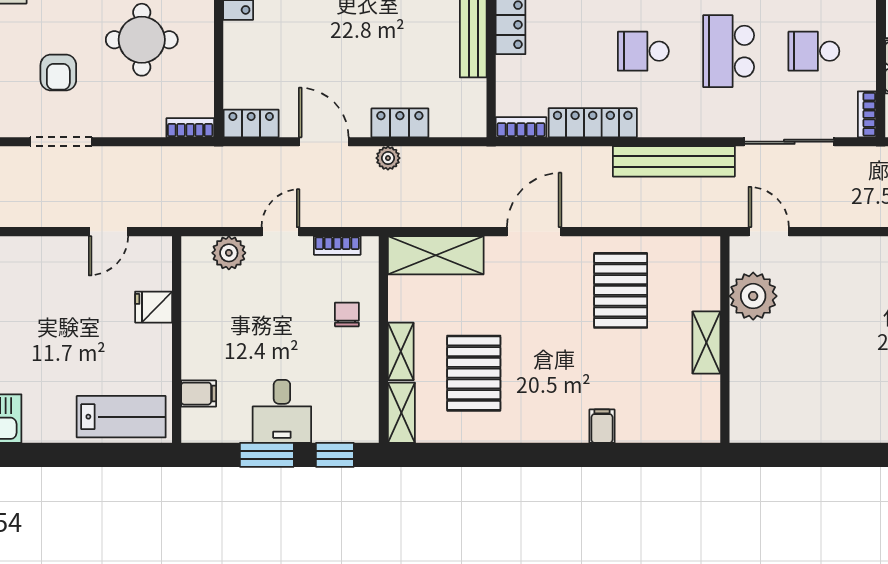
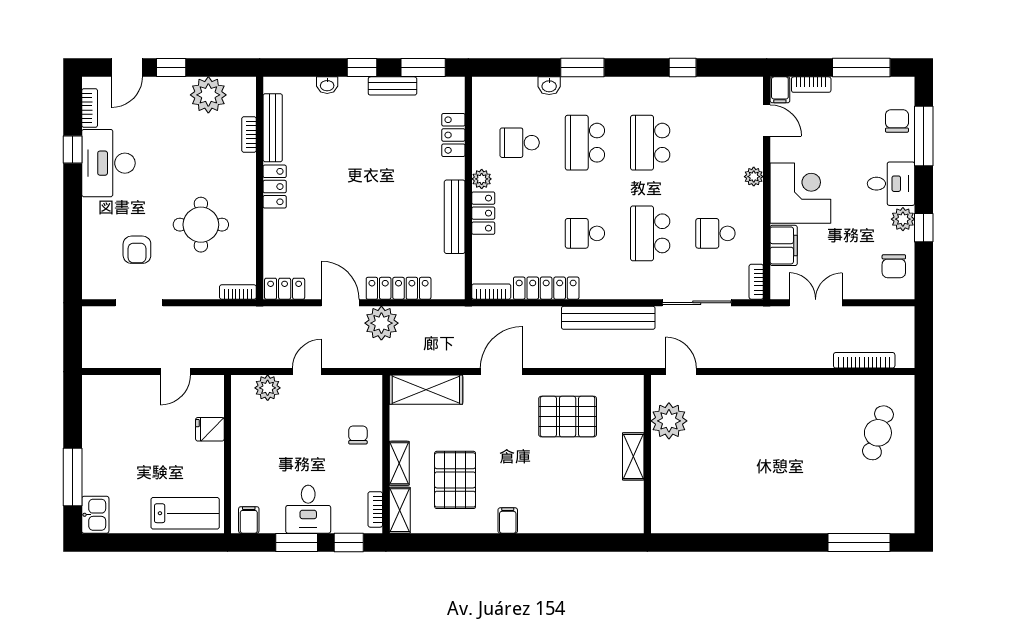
locker: (400, 123) -> (399, 288), width x1.53
plant: (388, 158) -> (381, 323), width x1.87, depth x1.87
bookcase: (337, 245) -> (375, 509), moved, turned 90
pallet: (621, 290) -> (568, 417), turned 90
filing cabinet: (199, 394) -> (249, 520), moved, turned -90
filing cabinet: (602, 426) -> (508, 520), moved

